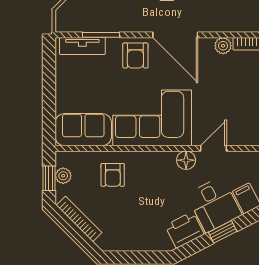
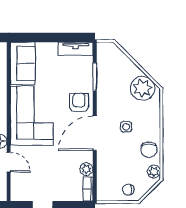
tv unit: (82, 46) -> (76, 49), moved, turned -90
armchair: (135, 55) -> (79, 103), turned 90

